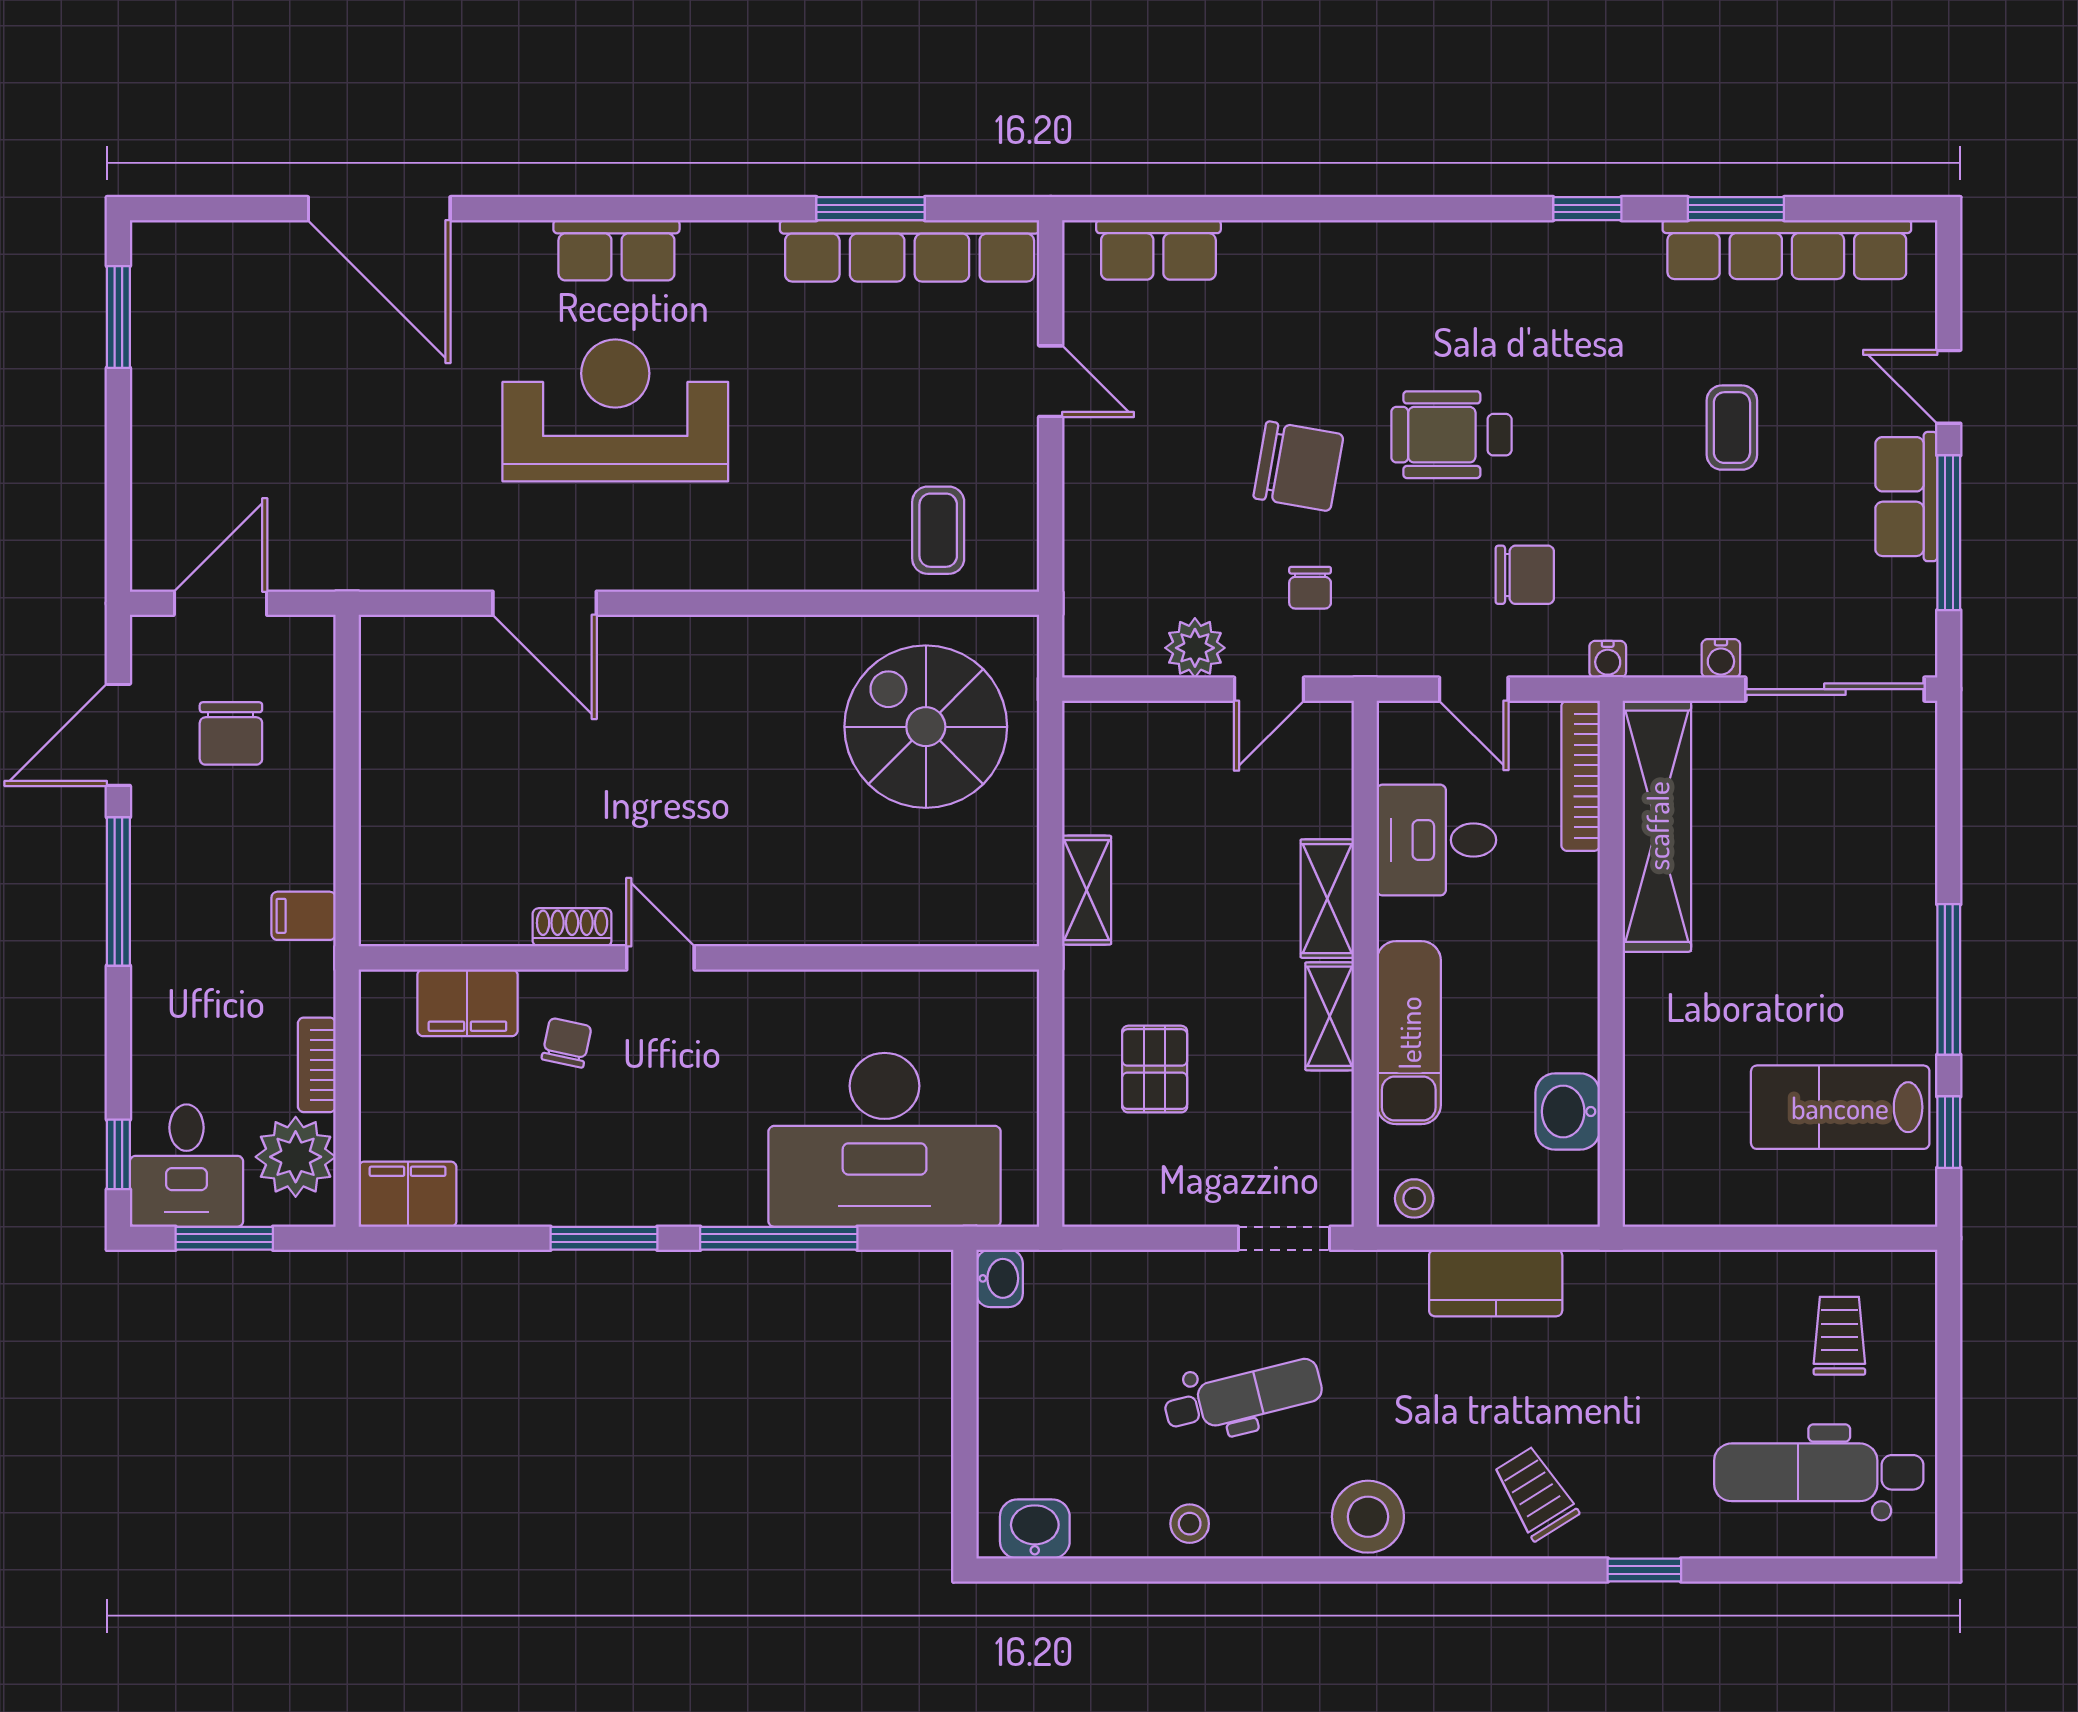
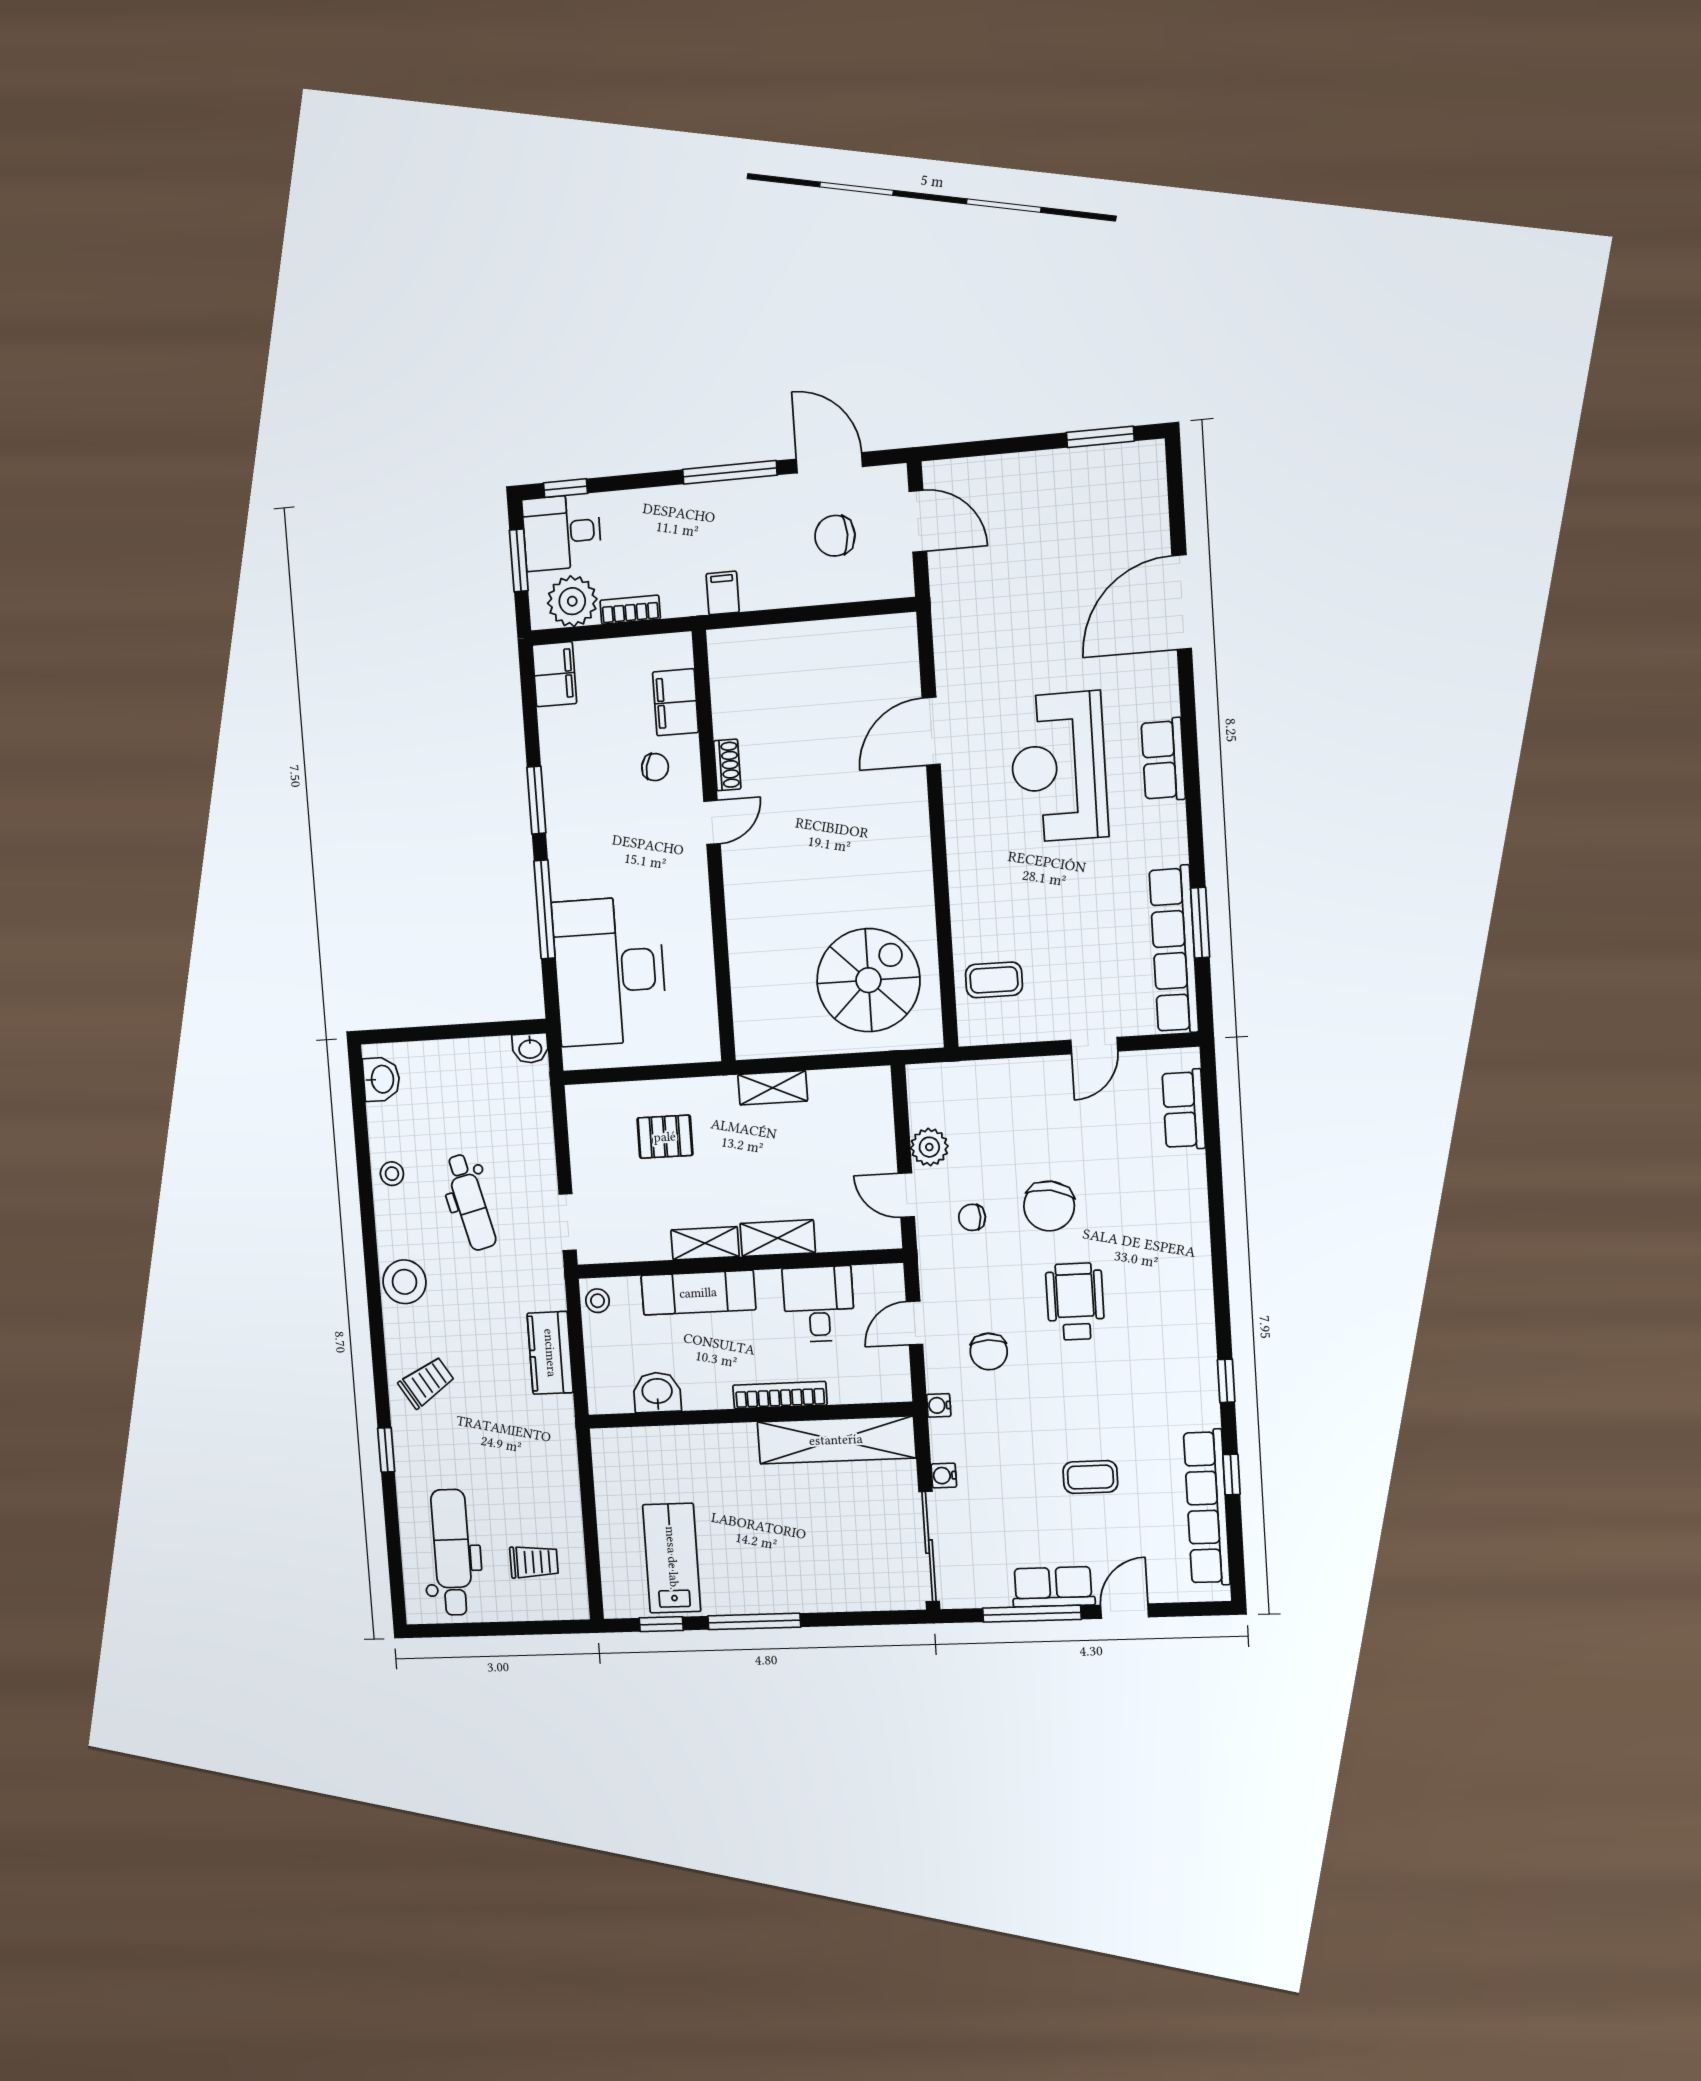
window: (1736, 209) -> (1231, 1474), width x0.67
reception desk: (615, 410) -> (1059, 767), turned 180
bookcase: (1581, 776) -> (780, 1395), moved

